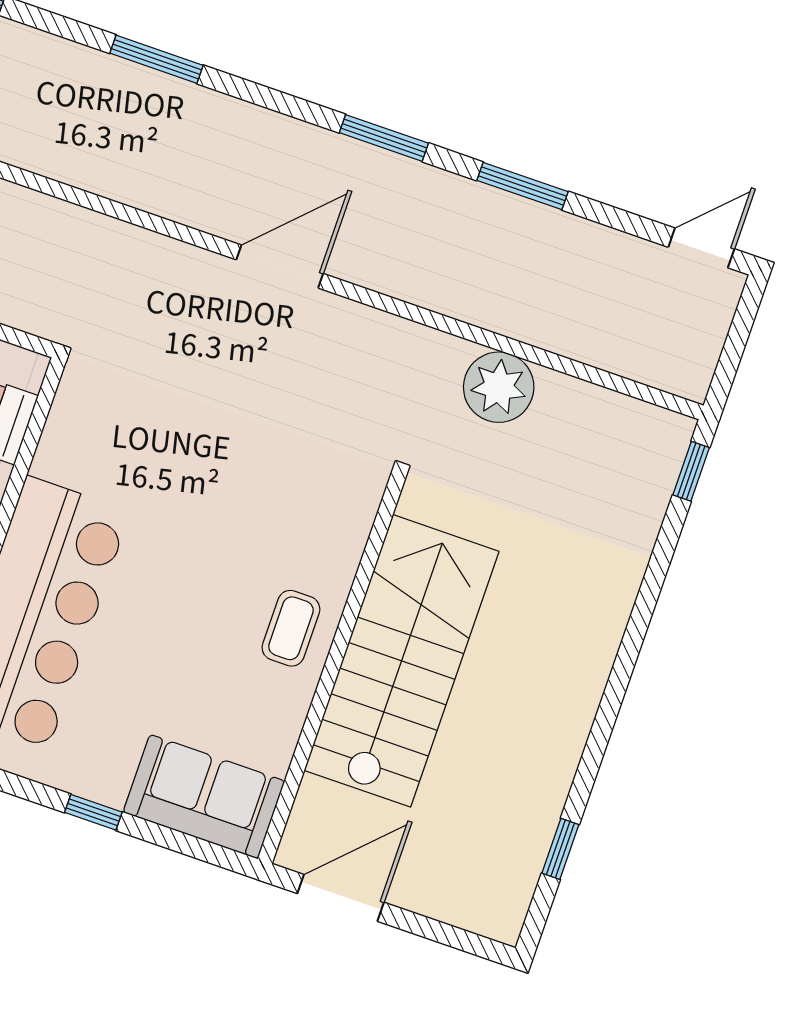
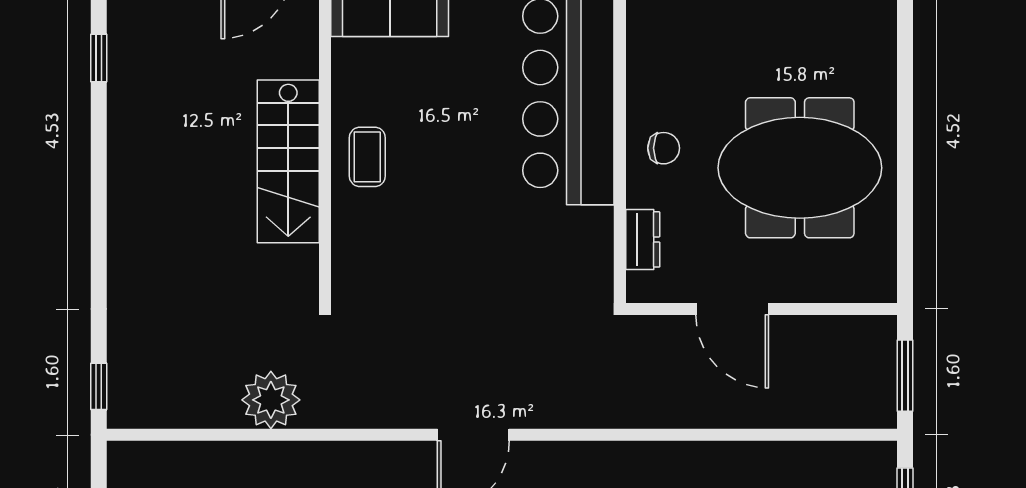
stairs: (402, 661) -> (288, 161), width x0.73, depth x0.66

